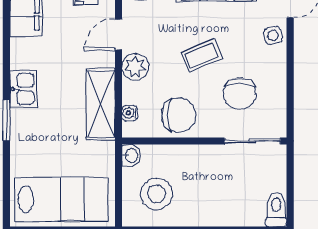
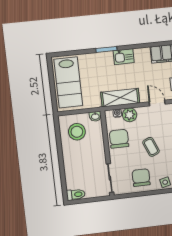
plant: (135, 67) -> (130, 115), moved
chair: (240, 94) -> (141, 178), moved, turned 90
chair: (179, 115) -> (119, 139), turned 180

